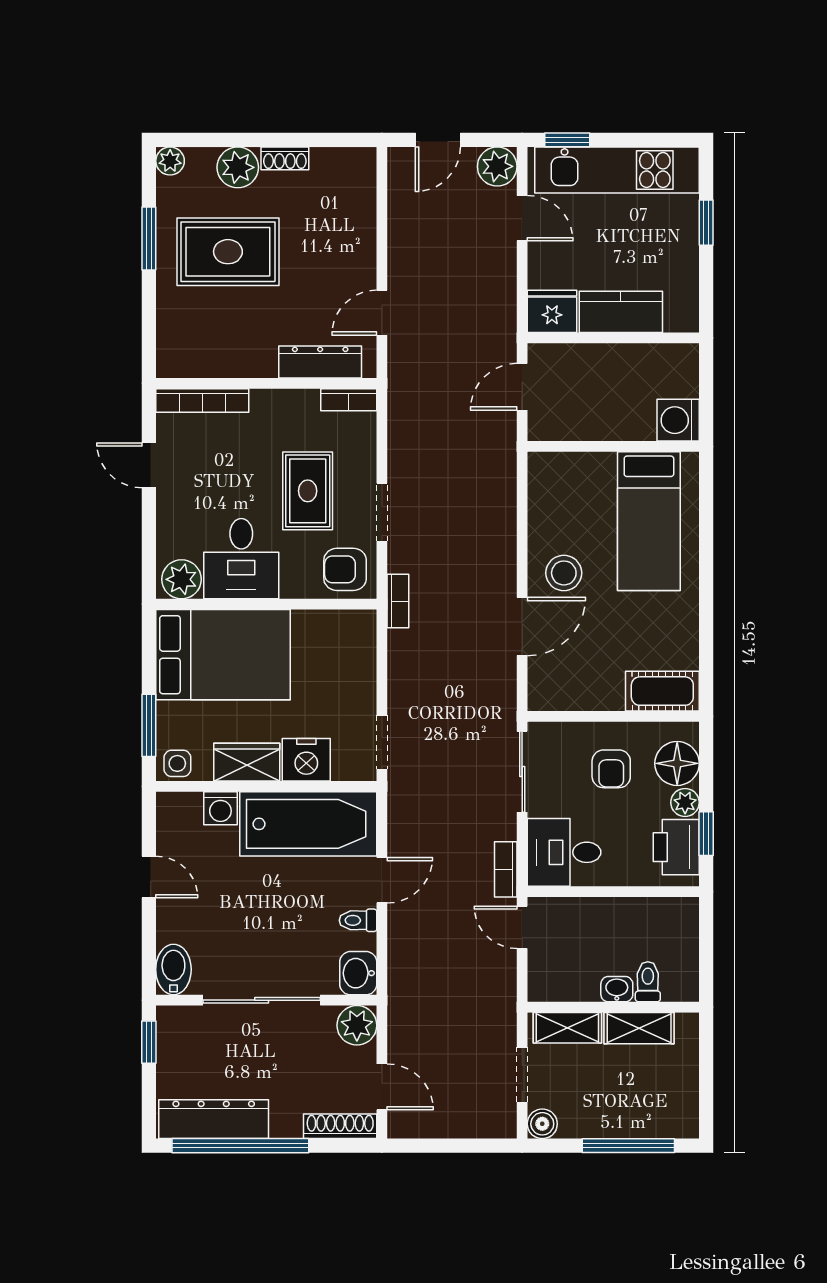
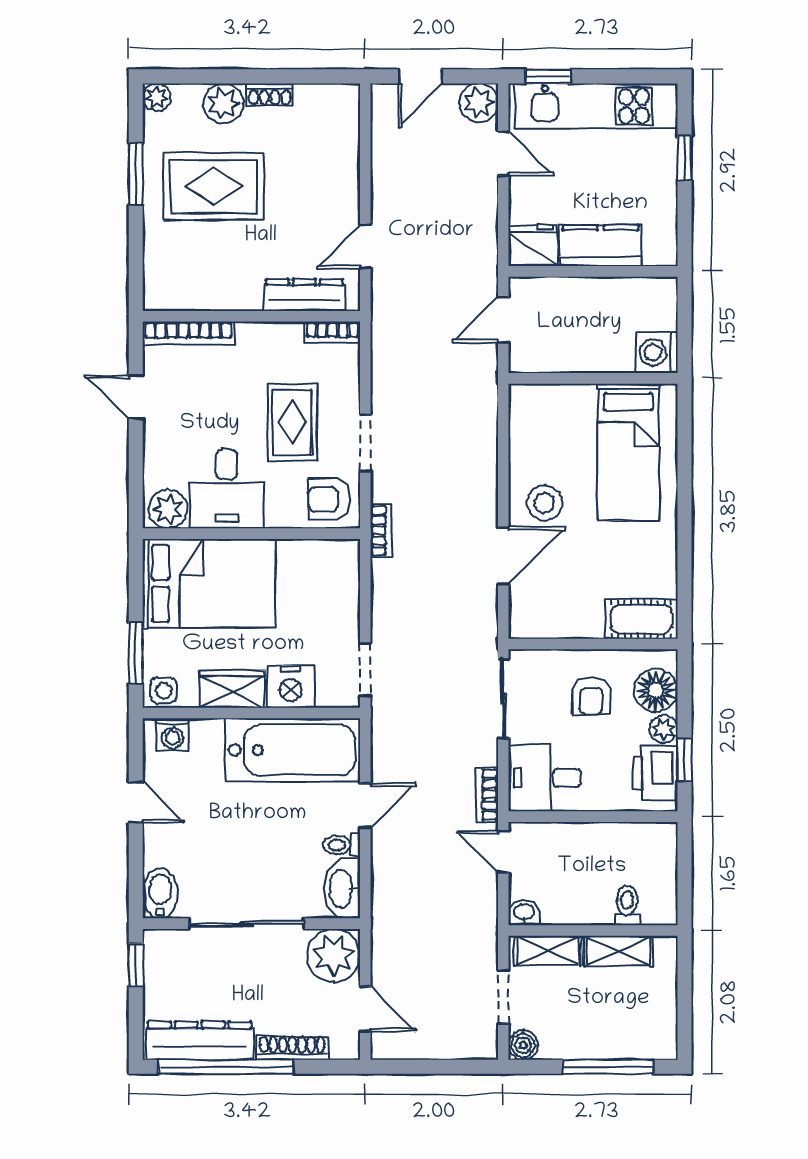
washing machine: (220, 808) -> (173, 735), moved
washbasin: (358, 973) -> (342, 889), width x1.38
washbasin: (617, 989) -> (524, 913), moved
plant: (357, 1025) -> (334, 955), width x1.36, depth x1.36
shoe rack: (340, 1126) -> (292, 1048), moved

